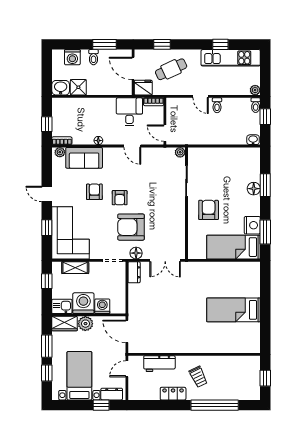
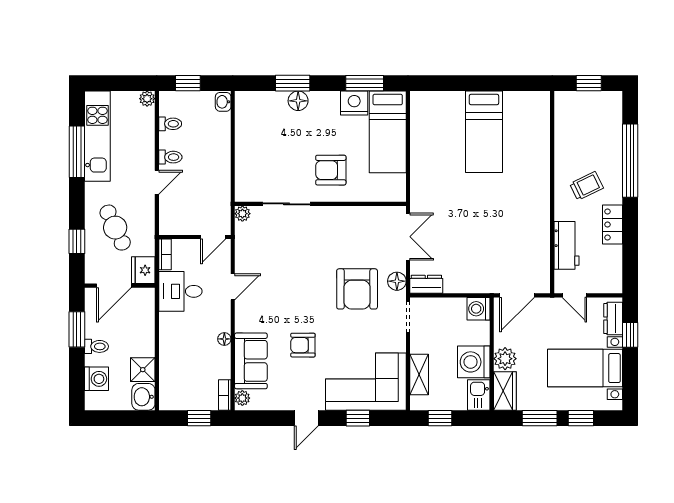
window: (220, 44) -> (77, 152), width x2.17
toilet: (256, 105) -> (170, 124), moved
armchair: (120, 198) -> (312, 306), removed
washing machine: (102, 306) -> (478, 309), moved

